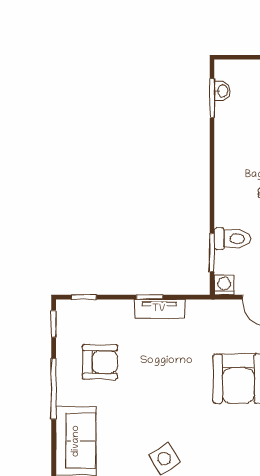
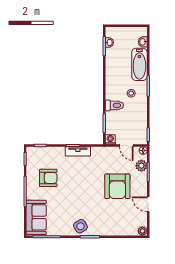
toilet: (232, 239) -> (114, 105), moved

